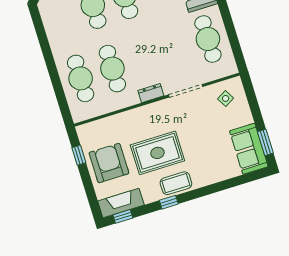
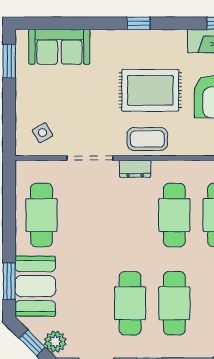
sofa: (249, 149) -> (59, 47), moved, turned 90
coffee table: (176, 183) -> (147, 139), moved
window: (169, 202) -> (138, 23), moved

